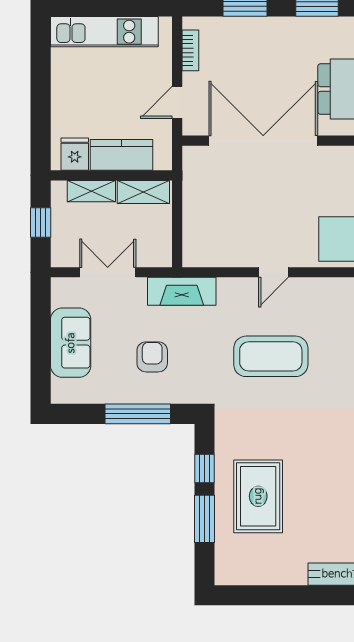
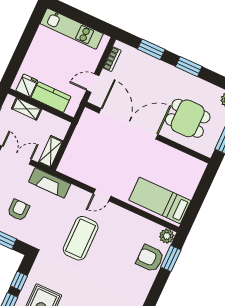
shelving: (143, 192) -> (51, 152), moved, turned 90
coffee table: (271, 356) -> (81, 238), turned 90

